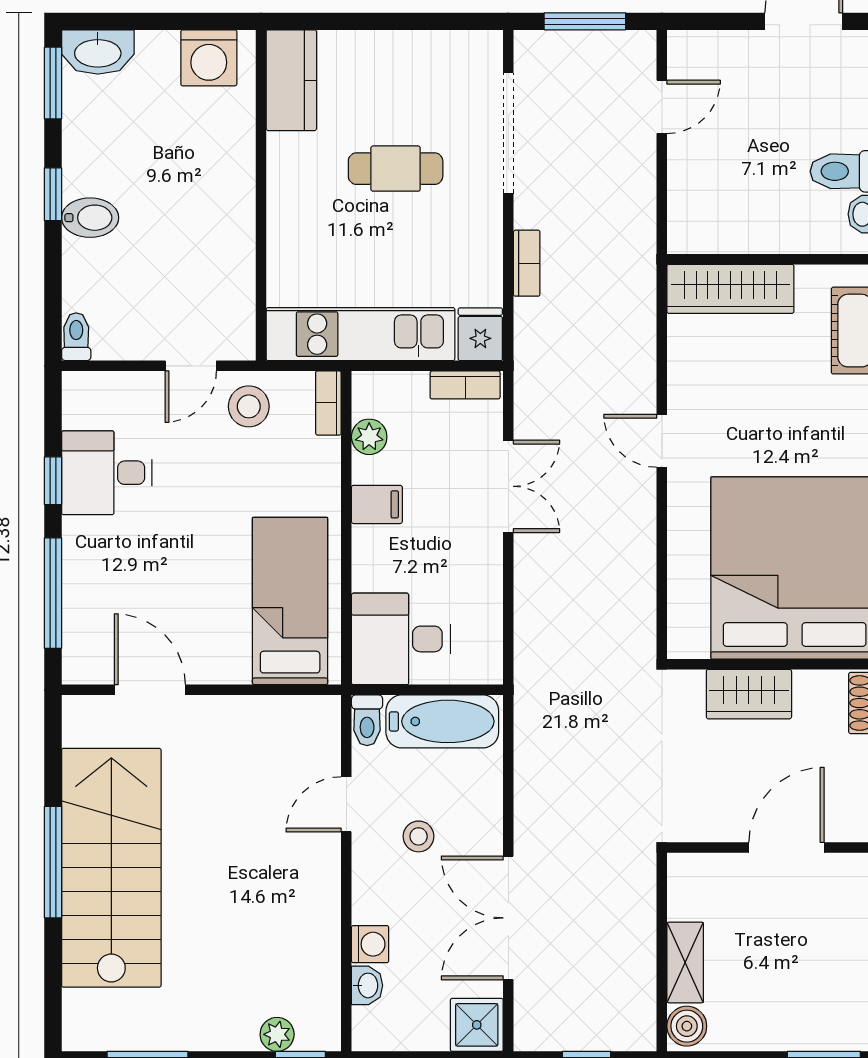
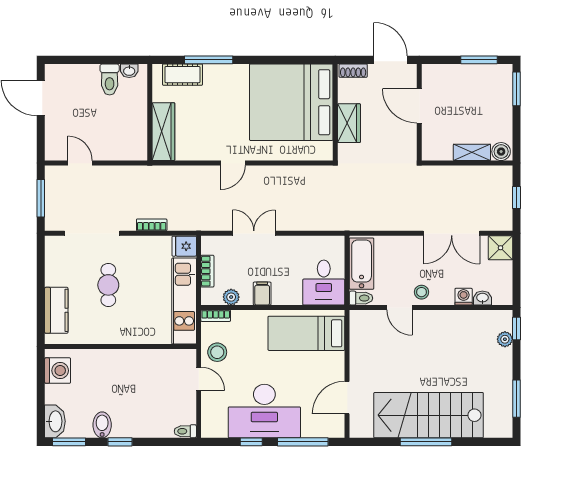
kitchen counter: (291, 80) -> (56, 310), moved, turned 90
bidet: (90, 218) -> (102, 425), moved
bookcase: (465, 385) -> (207, 271), moved
desk: (107, 473) -> (264, 411), width x1.87, depth x1.30
stool: (419, 836) -> (421, 292), moved

